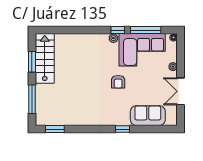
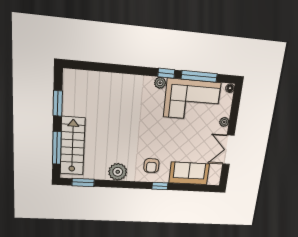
stairs: (45, 58) -> (73, 146), moved
armchair: (118, 82) -> (151, 166), moved
plant: (84, 118) -> (118, 172), added

